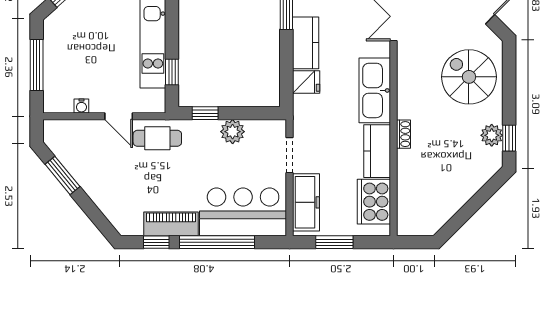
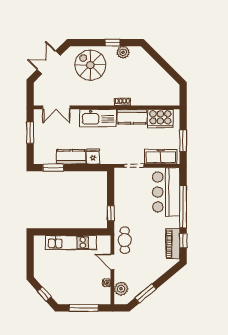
window: (172, 72) -> (88, 232), removed
spiral stairs: (469, 77) -> (90, 65), turned 90
door: (119, 116) -> (112, 262), swing flipped
plant: (233, 132) -> (121, 289), moved
window: (509, 138) -> (113, 43), moved
piano: (171, 224) -> (173, 244), moved

